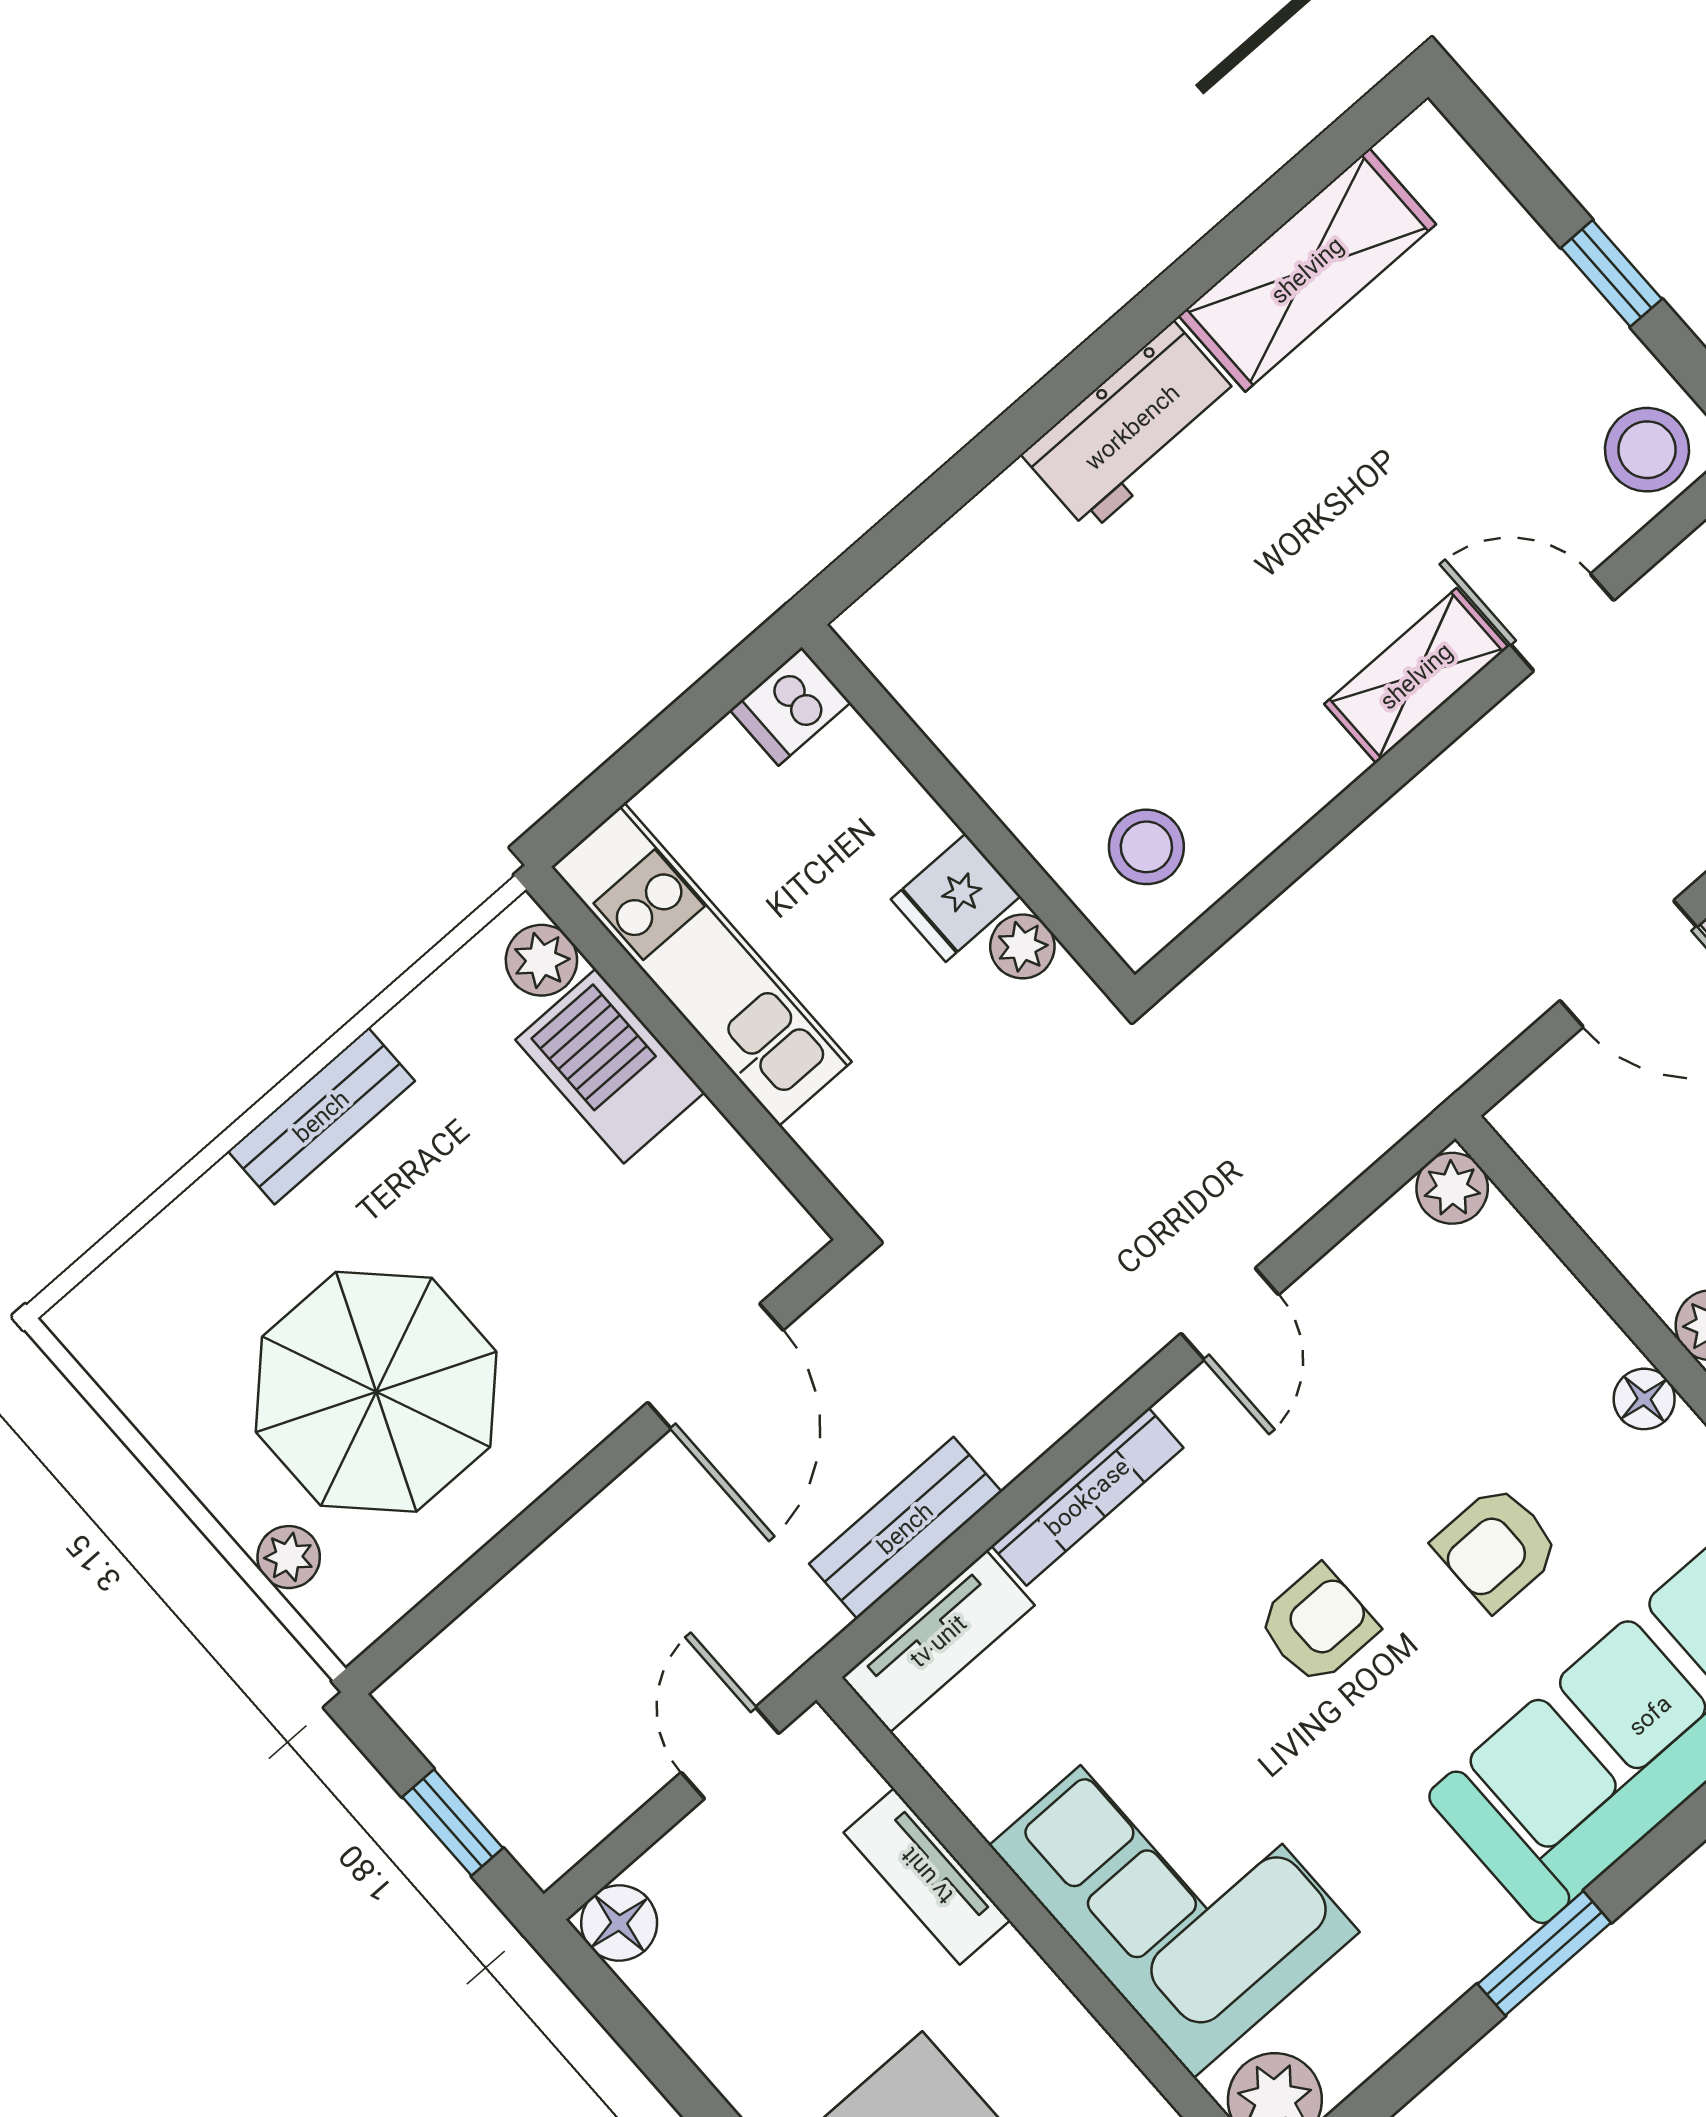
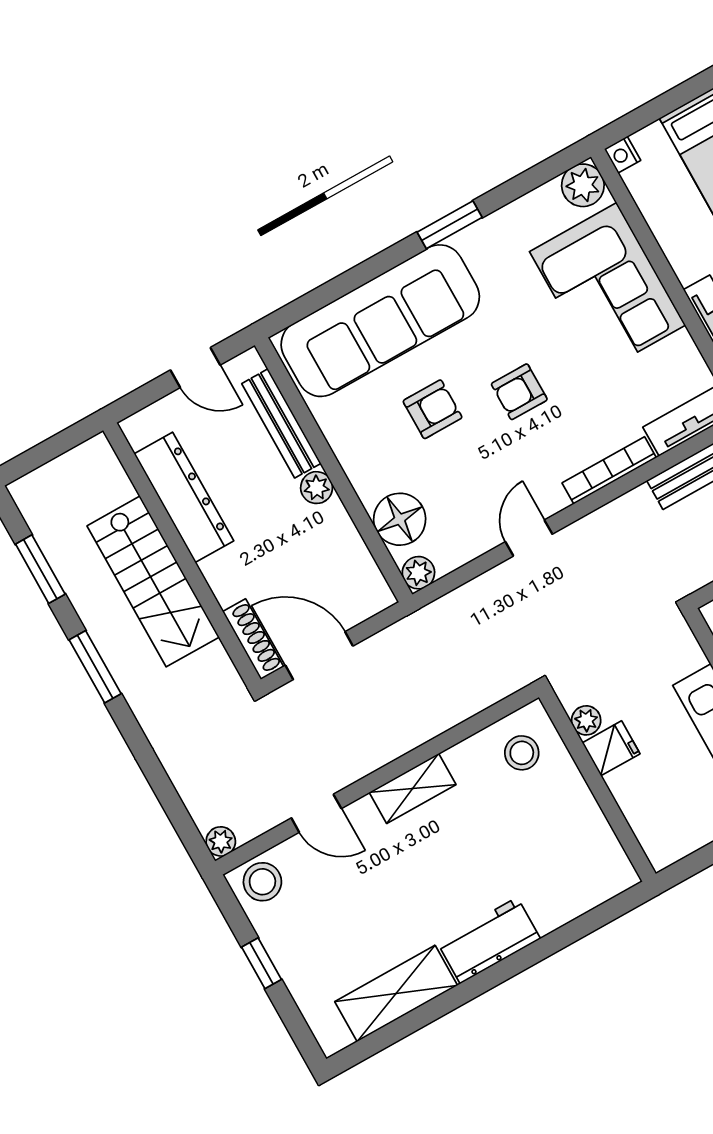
shelving: (1416, 676) -> (413, 788), moved
dishwasher: (790, 706) -> (666, 849), removed
floor lamp: (1644, 1399) -> (400, 519), moved, width x1.89, depth x1.89

